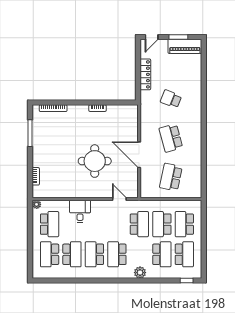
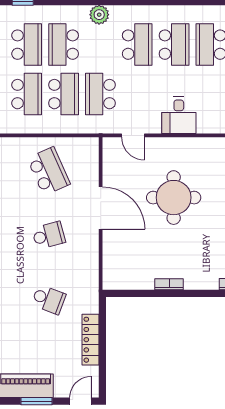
school desk: (171, 138) -> (49, 235), width x0.54
school desk: (171, 177) -> (49, 171), turned -36
desk: (80, 211) -> (179, 115), moved
school desk: (184, 254) -> (27, 45), turned 180

